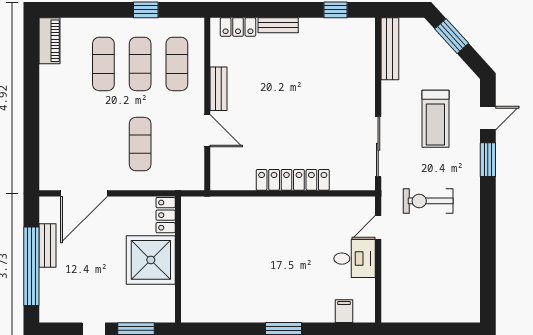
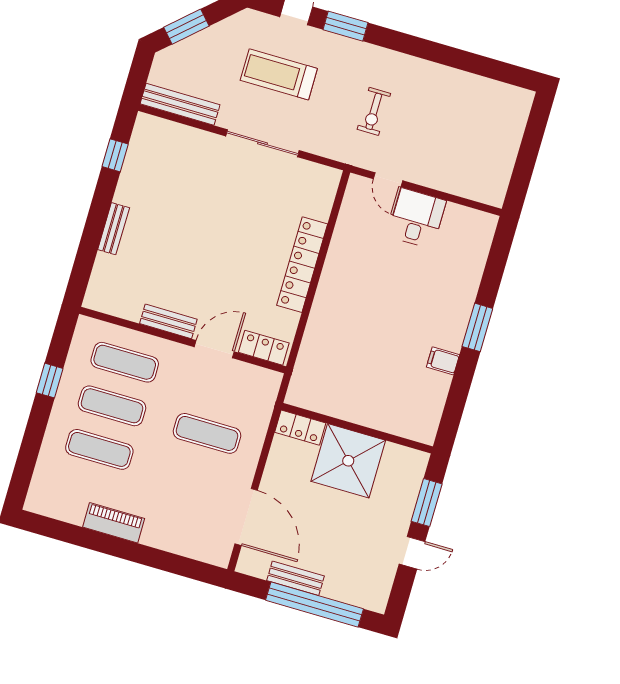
locker: (238, 27) -> (264, 348), moved, turned -90
piano: (50, 41) -> (114, 523), moved
treadmill: (435, 119) -> (279, 74), turned 180
sliding door: (378, 147) -> (263, 143), moved
exercise bike: (428, 201) -> (374, 111), width x0.73, depth x0.72
filing cabinet: (344, 311) -> (443, 361), moved

